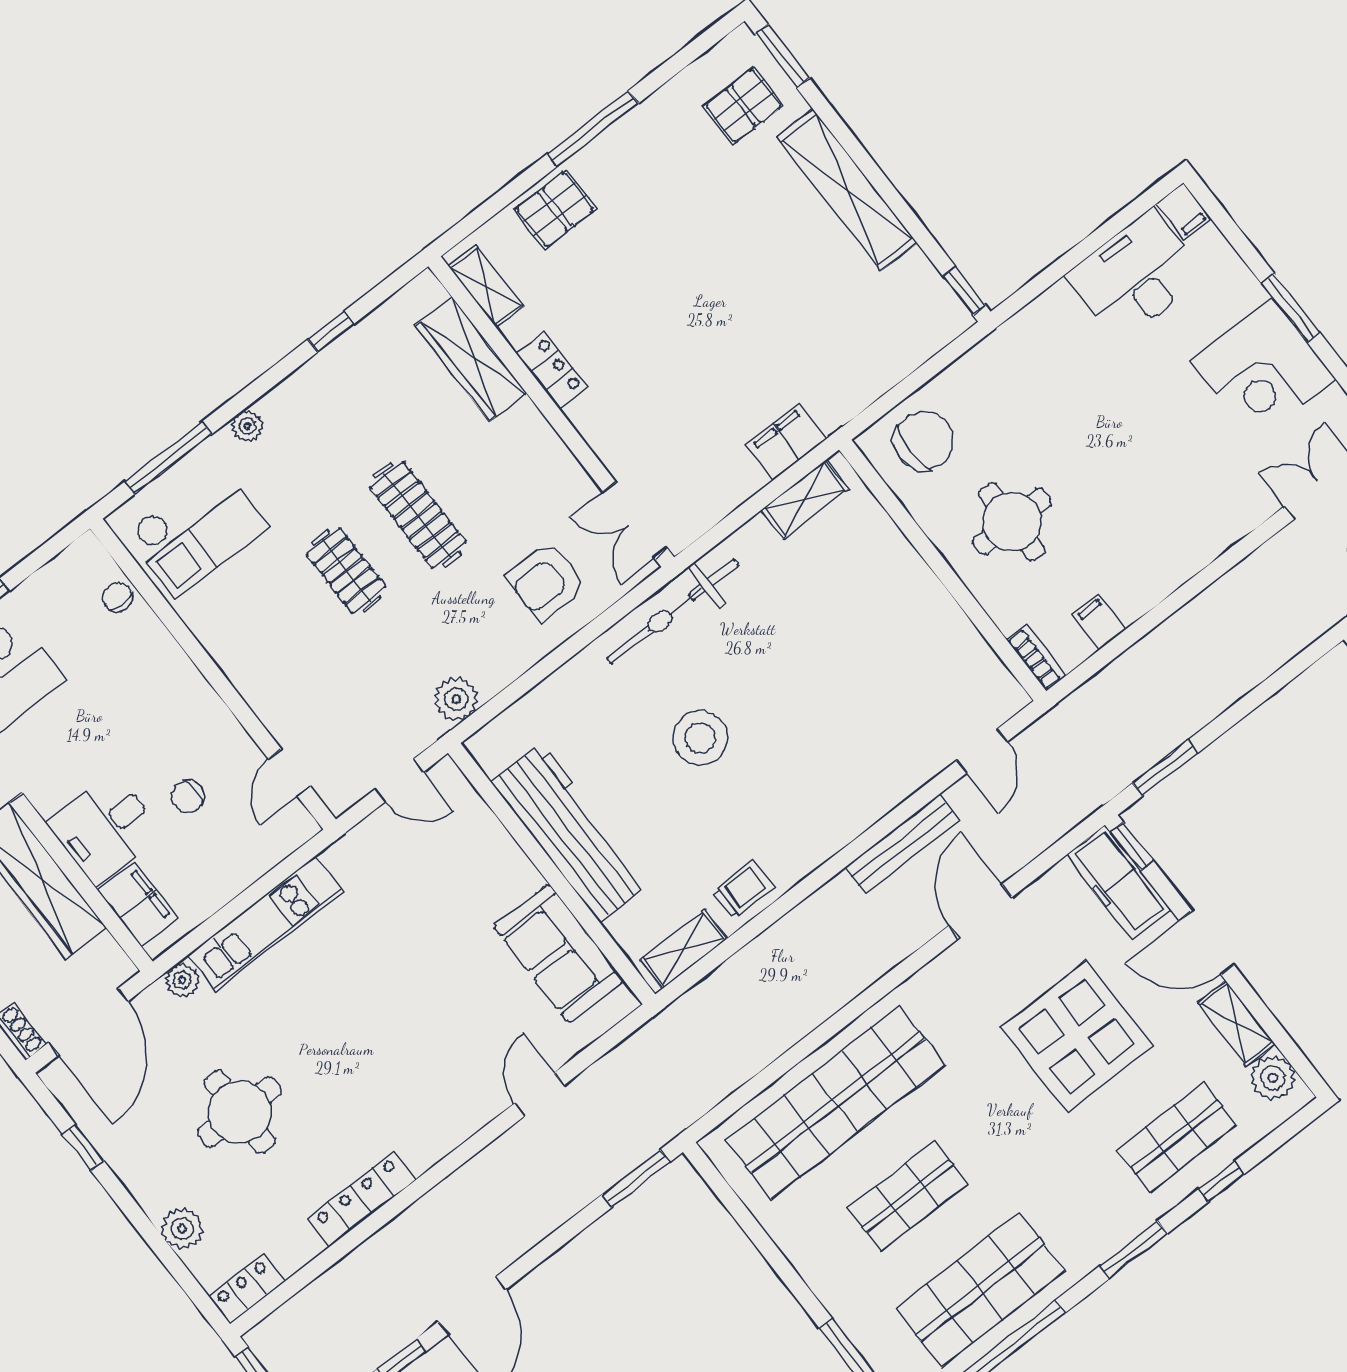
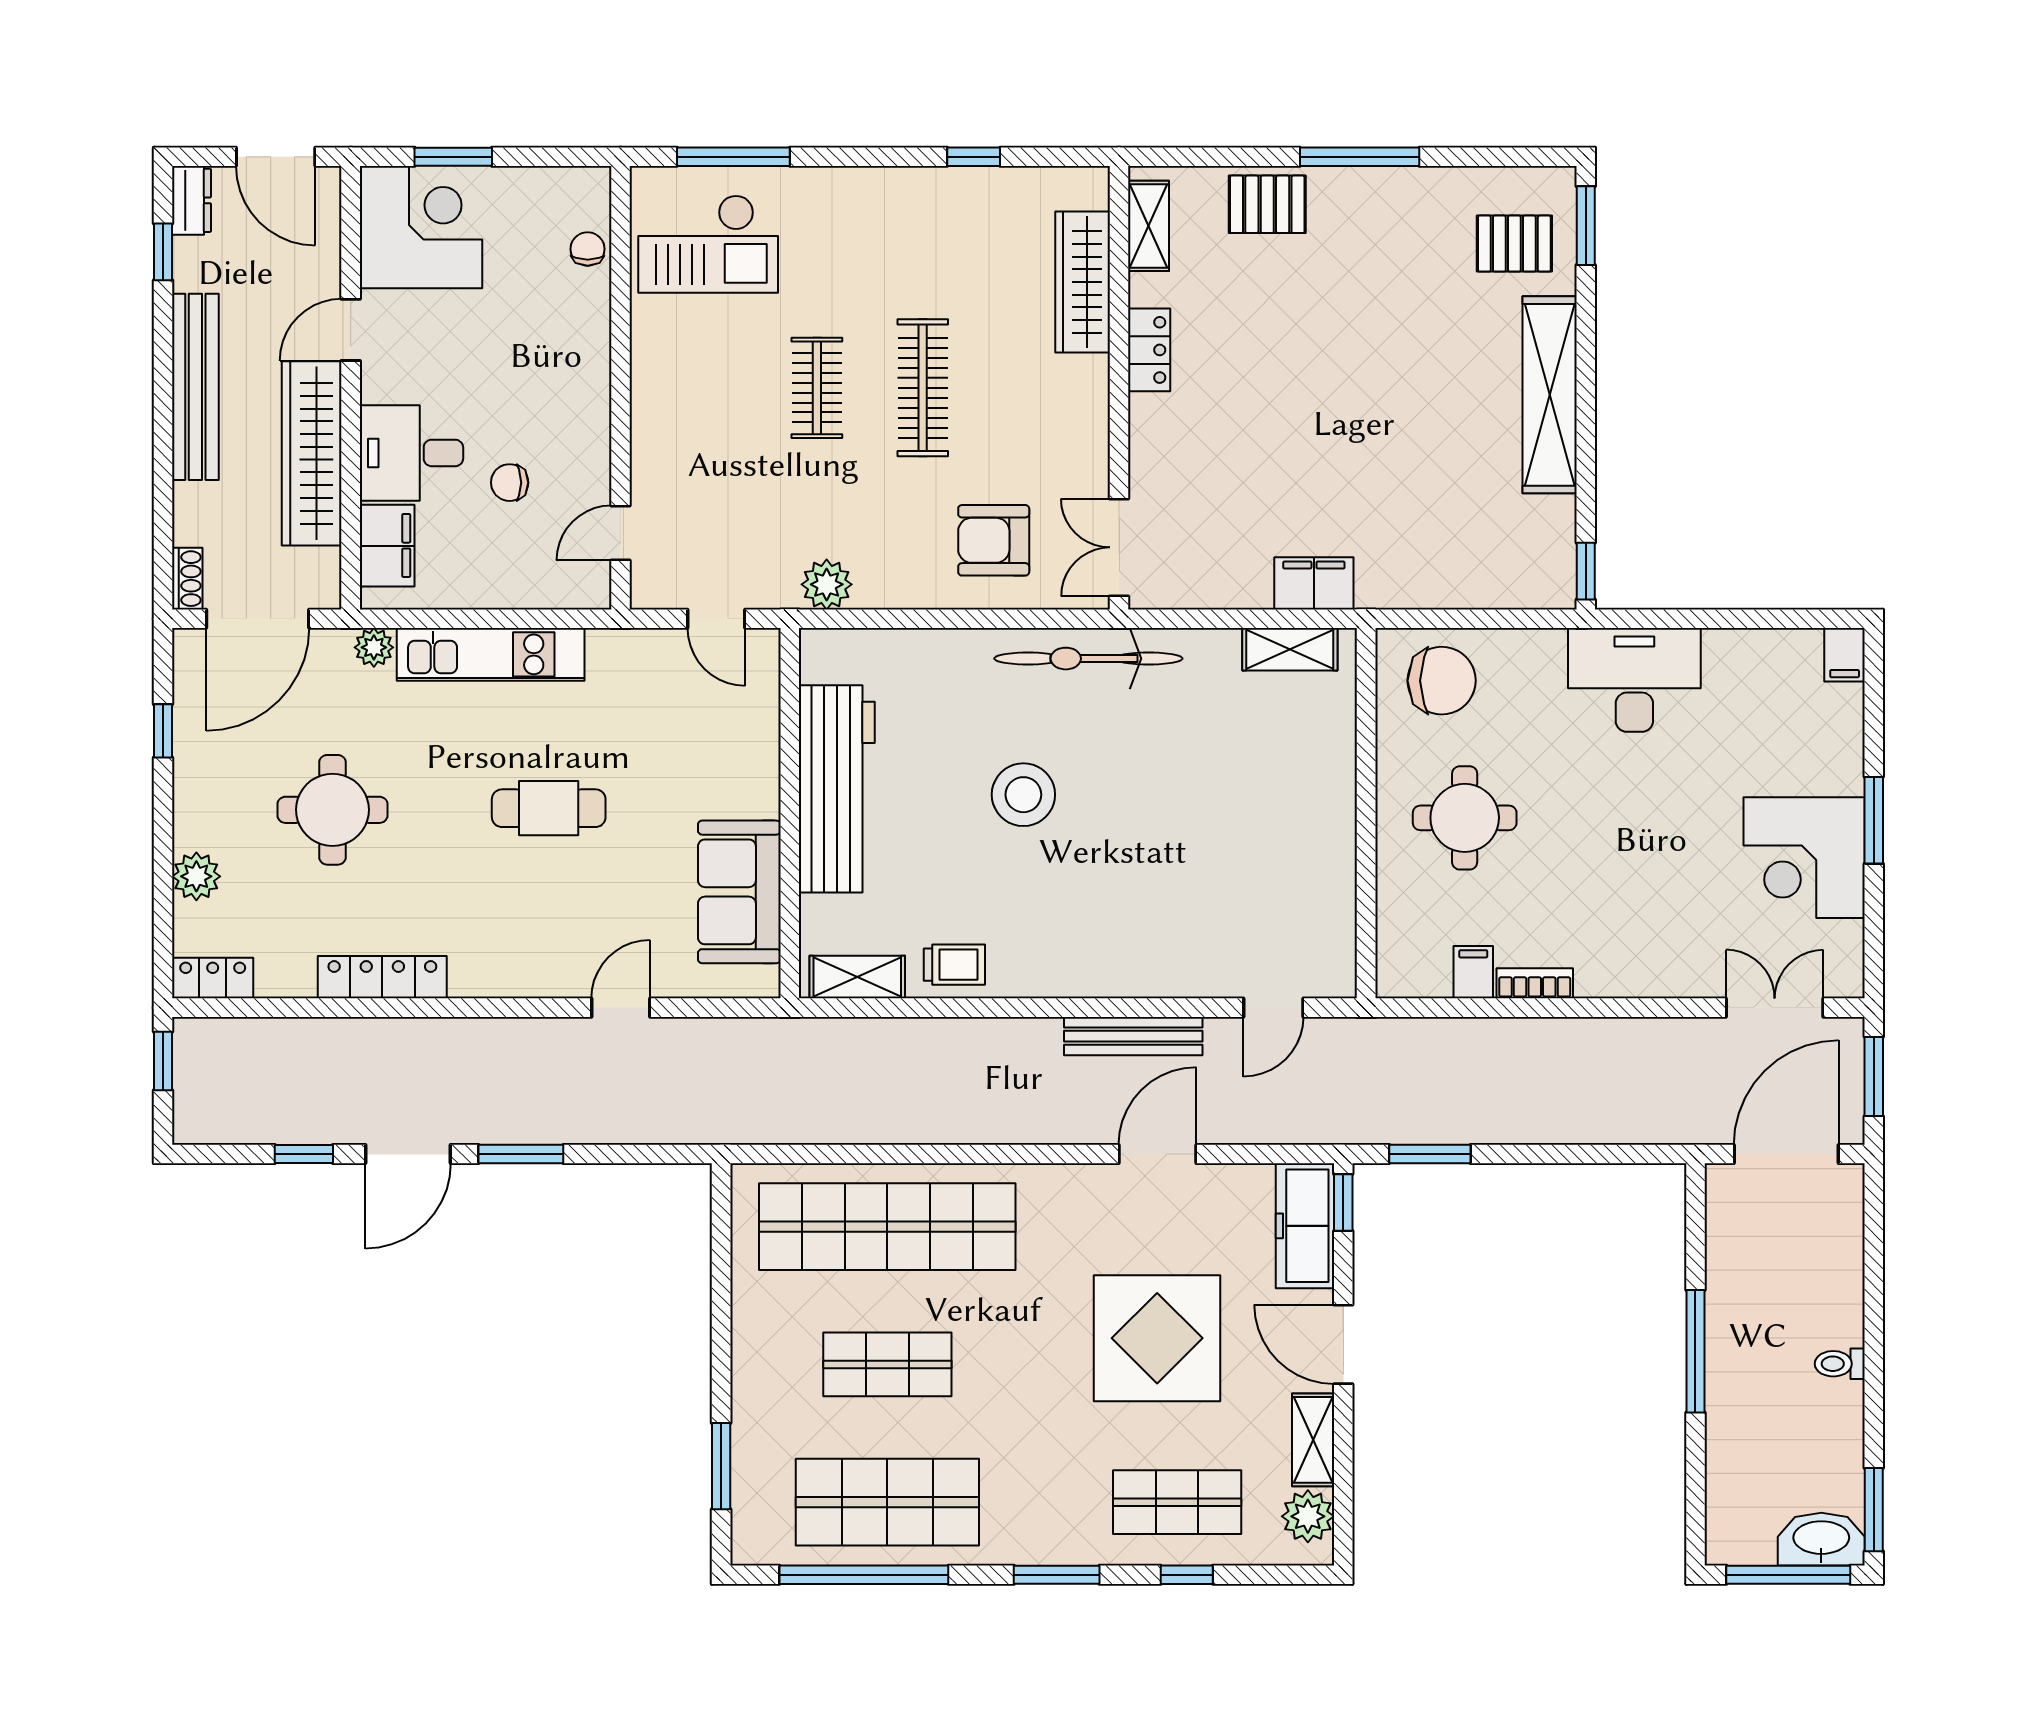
desk: (1136, 276) -> (1634, 680), moved
plant: (247, 426) -> (829, 184), removed
bookcase: (1037, 657) -> (1535, 983), moved, turned -90
cafe table: (385, 997) -> (549, 808), added
window: (636, 1178) -> (521, 1154), moved

